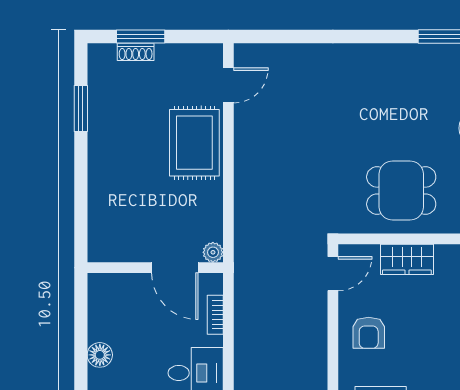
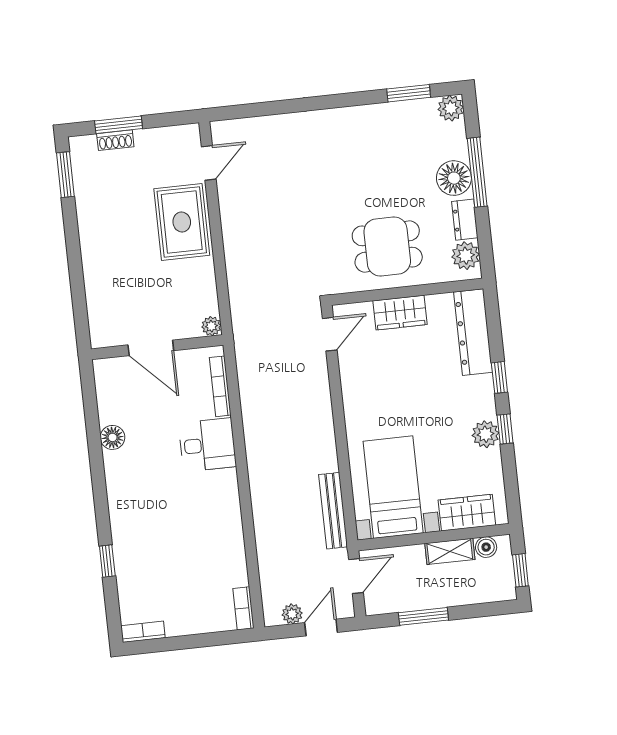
window: (81, 109) -> (65, 175), moved
door: (175, 268) -> (151, 348), moved
bookcase: (215, 315) -> (220, 386), width x1.56
armchair: (369, 333) -> (371, 388), removed

